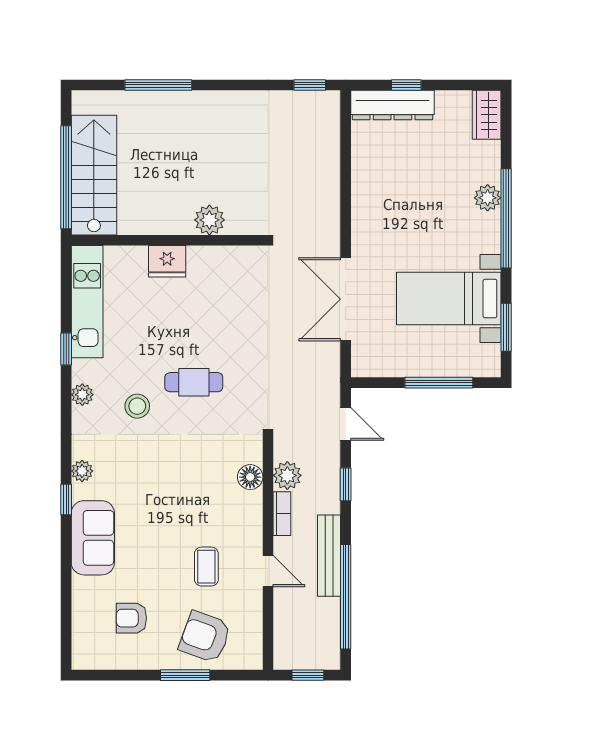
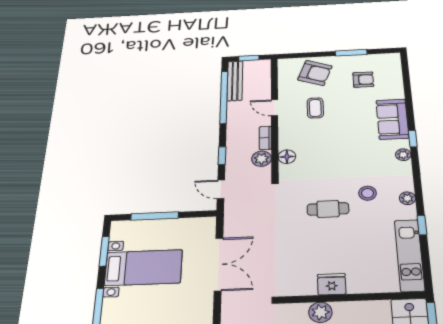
fridge: (167, 261) -> (332, 284), moved
bench: (329, 556) -> (235, 81), moved
window: (185, 675) -> (351, 53), moved

